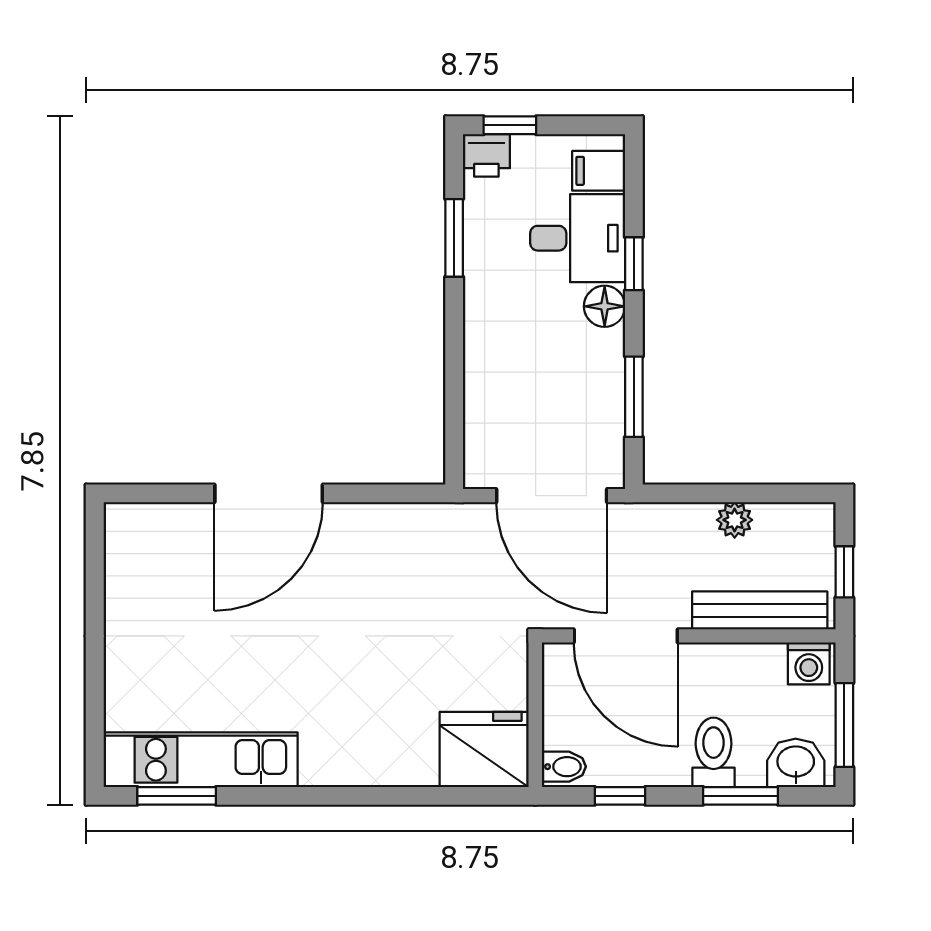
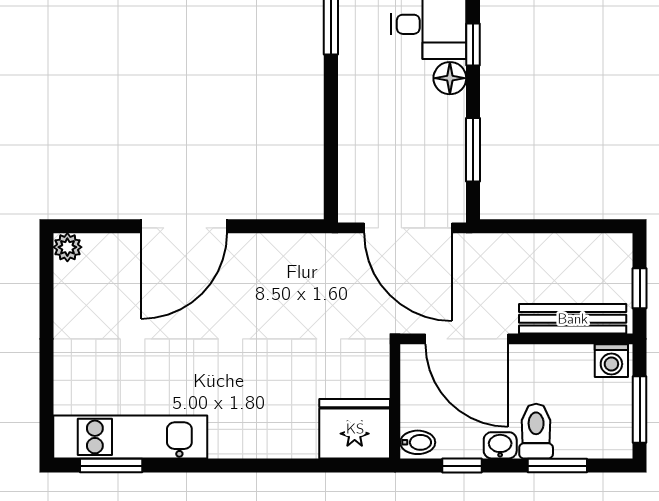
plant: (735, 520) -> (67, 247), moved
washbasin: (796, 763) -> (500, 445), moved, width x0.72, depth x0.69

